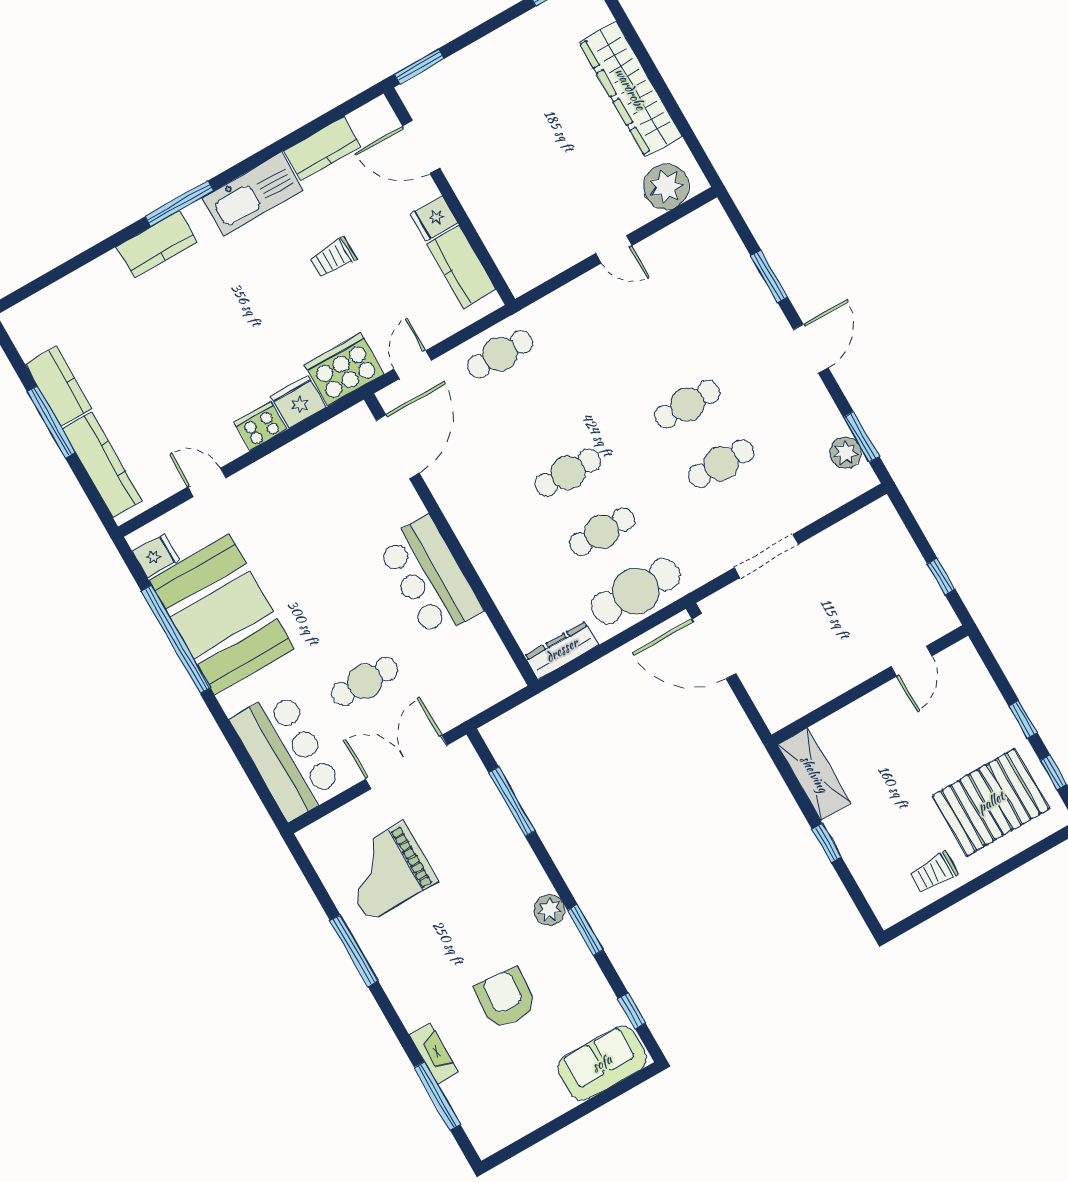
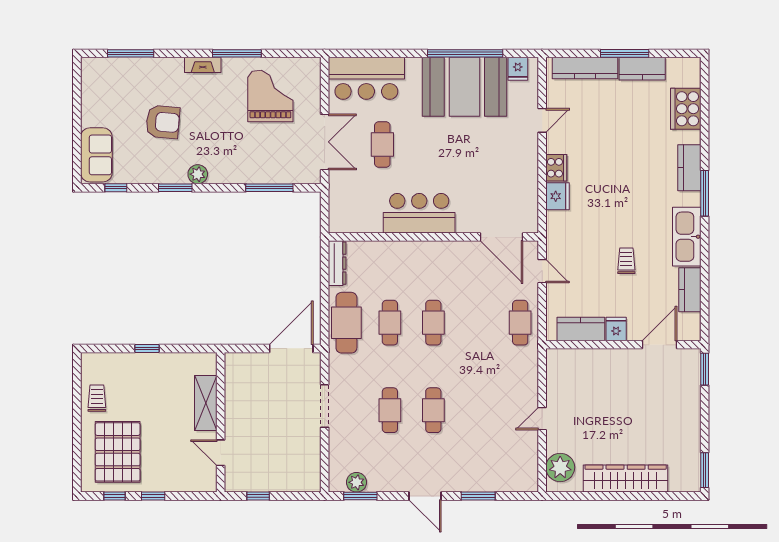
cooker: (344, 369) -> (686, 109), moved, turned 180
shelving: (814, 774) -> (206, 403), moved, turned 90
fireplace: (434, 1053) -> (203, 65), moved

